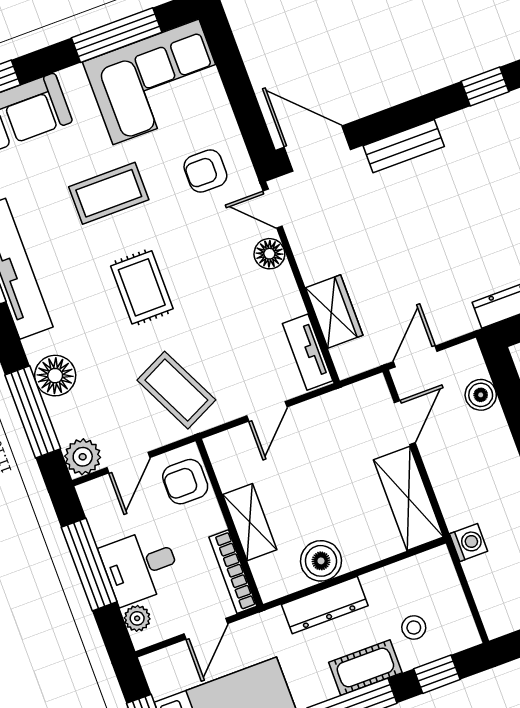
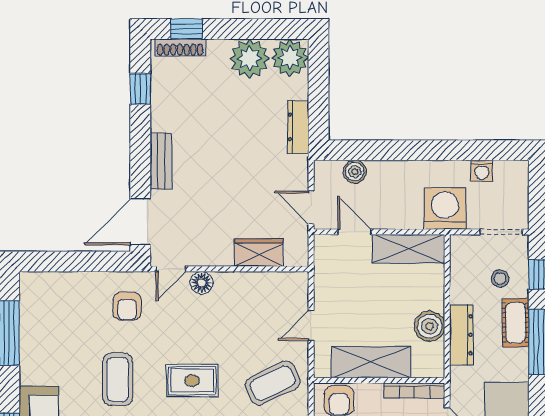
corner sofa: (156, 82) -> (52, 318), removed
tv unit: (308, 352) -> (280, 282), removed
door: (267, 411) -> (311, 325), swing flipped
shelving: (250, 522) -> (371, 362), width x1.50, depth x1.33
washing machine: (469, 543) -> (445, 208), width x1.89, depth x1.89
doorway: (473, 607) -> (501, 232), added

